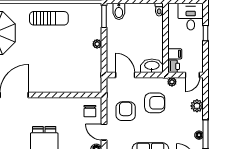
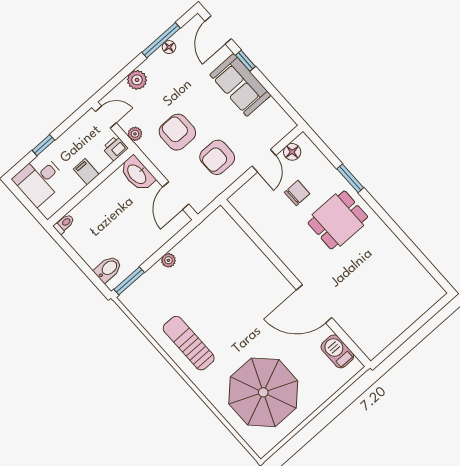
filing cabinet: (175, 54) -> (86, 172), moved
chair: (90, 111) -> (297, 193), moved

